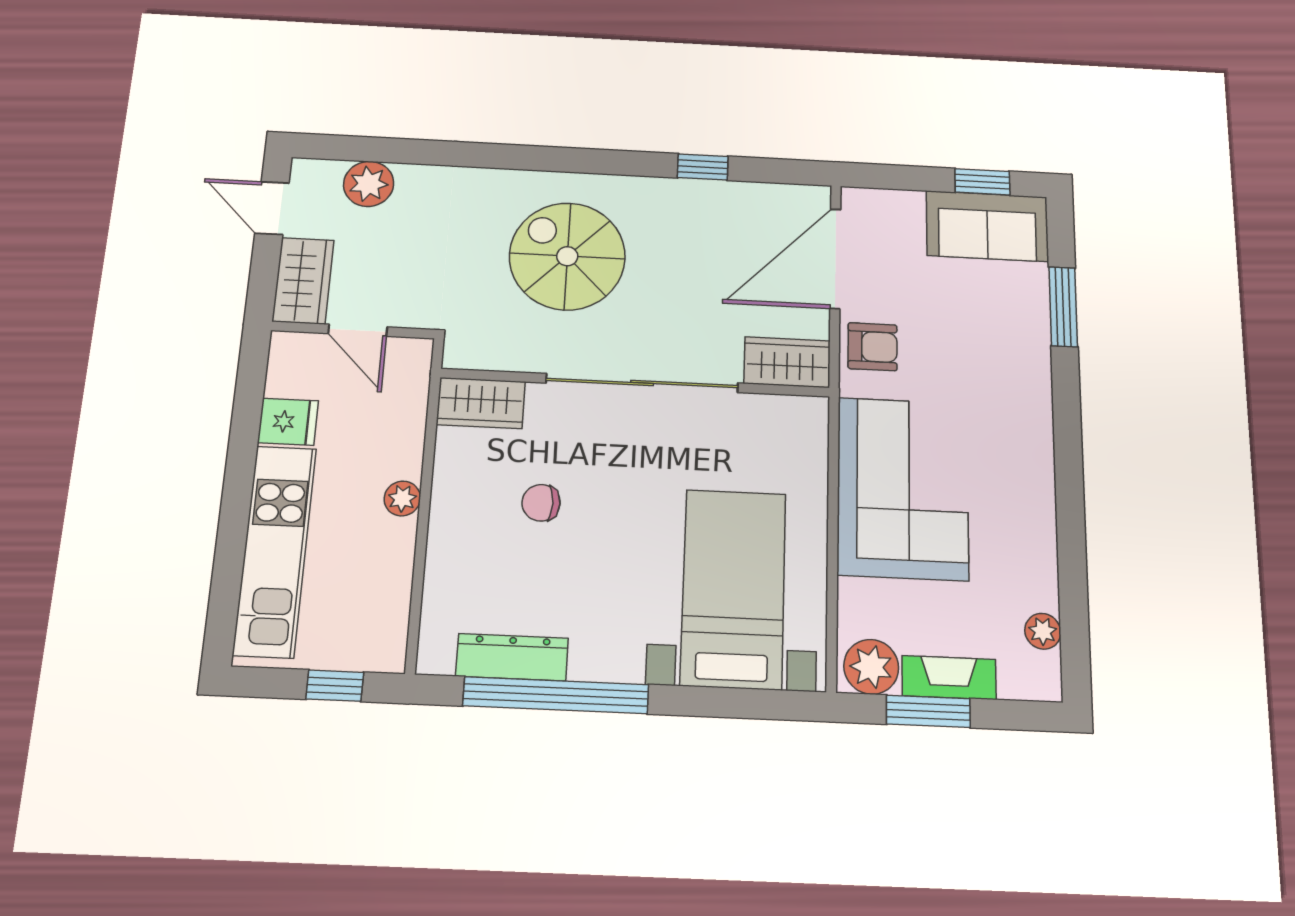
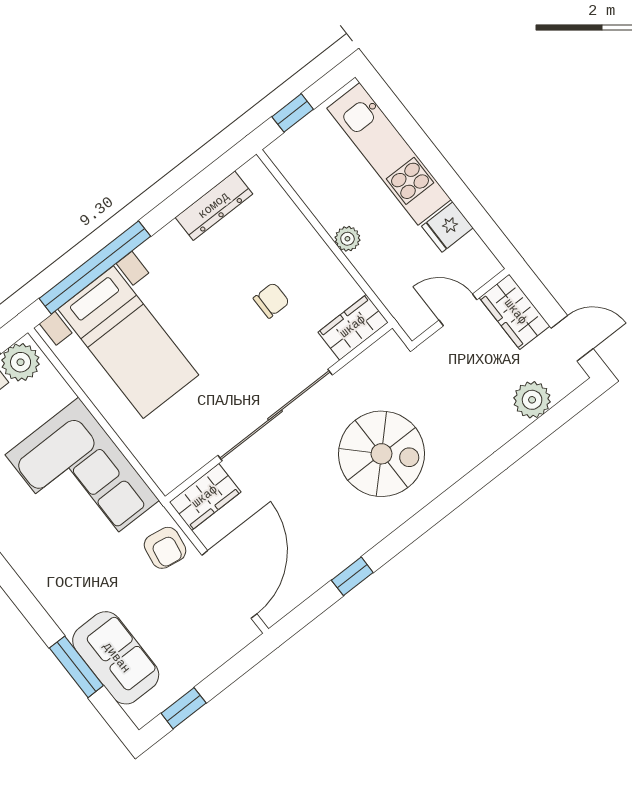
sofa: (987, 226) -> (116, 658), moved, turned 90
armchair: (872, 347) -> (165, 548), turned -81
window: (556, 695) -> (95, 267), moved

